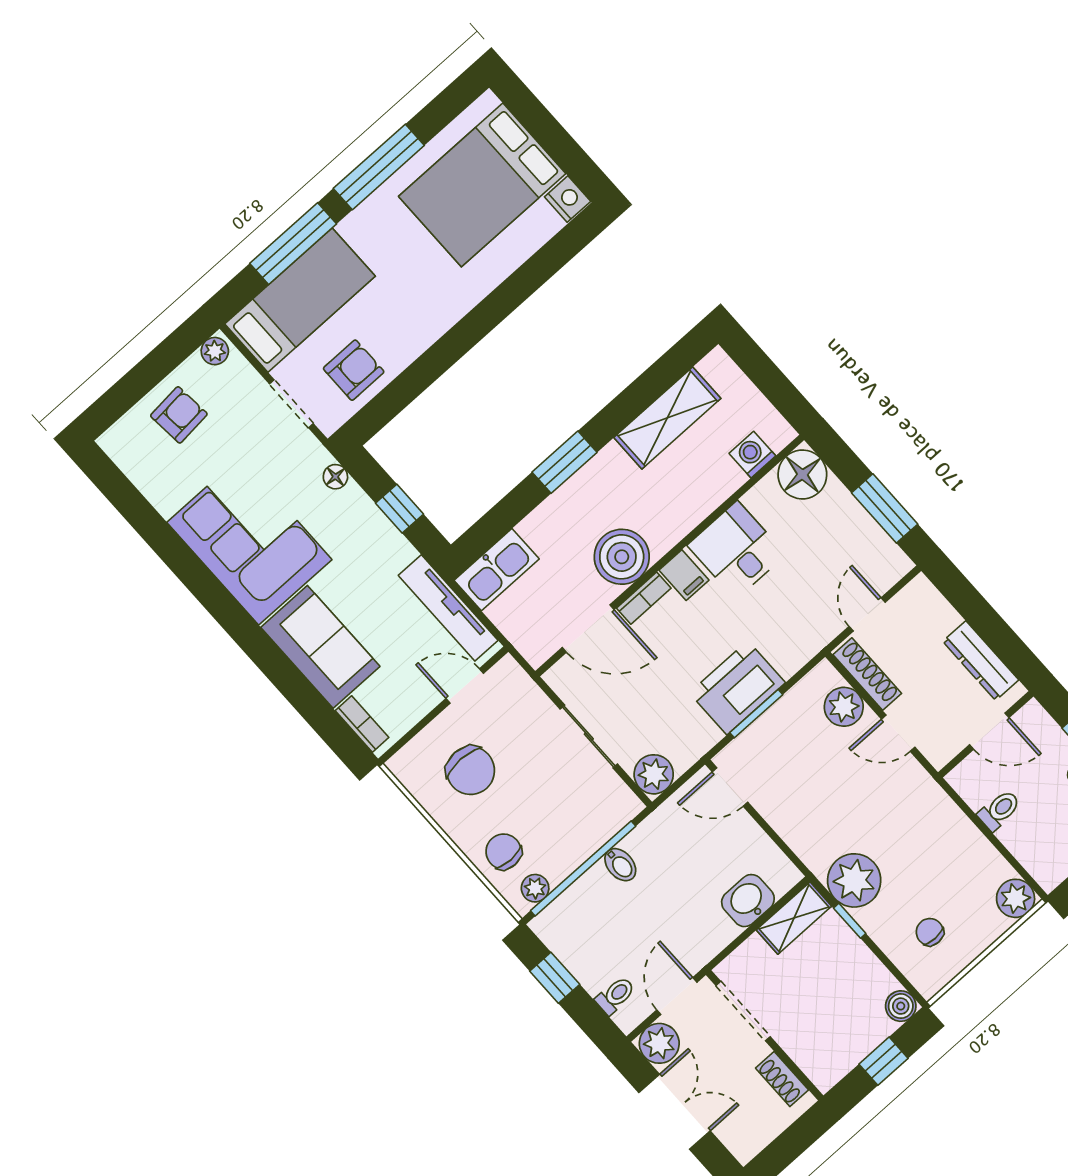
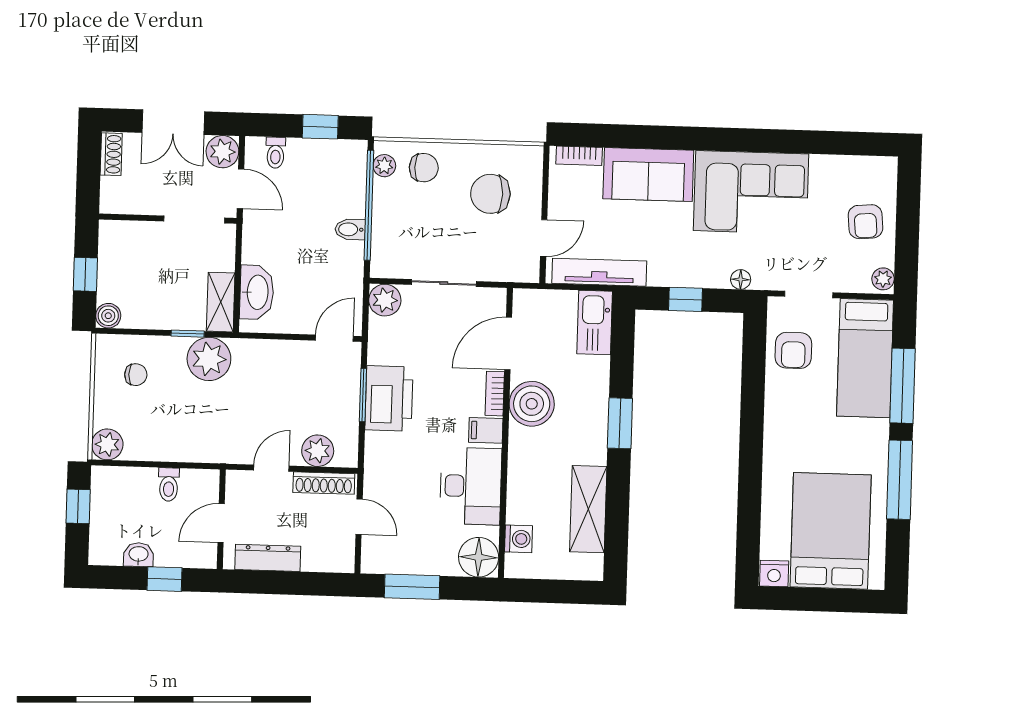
desk: (737, 550) -> (471, 486), width x1.37
washbasin: (748, 901) -> (257, 292), width x1.38
shoe rack: (782, 1079) -> (111, 154), moved, turned 90

